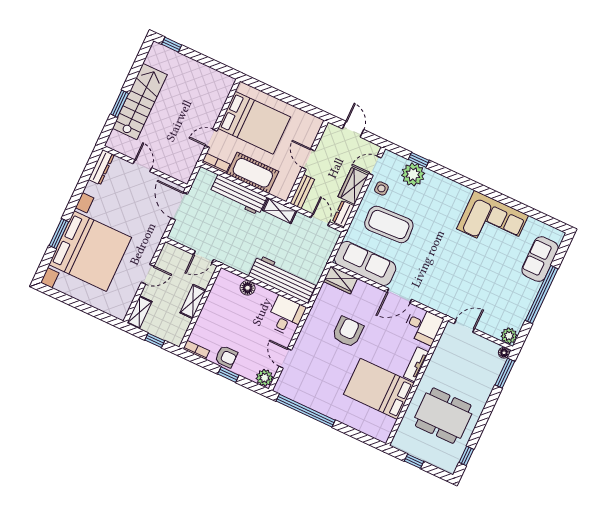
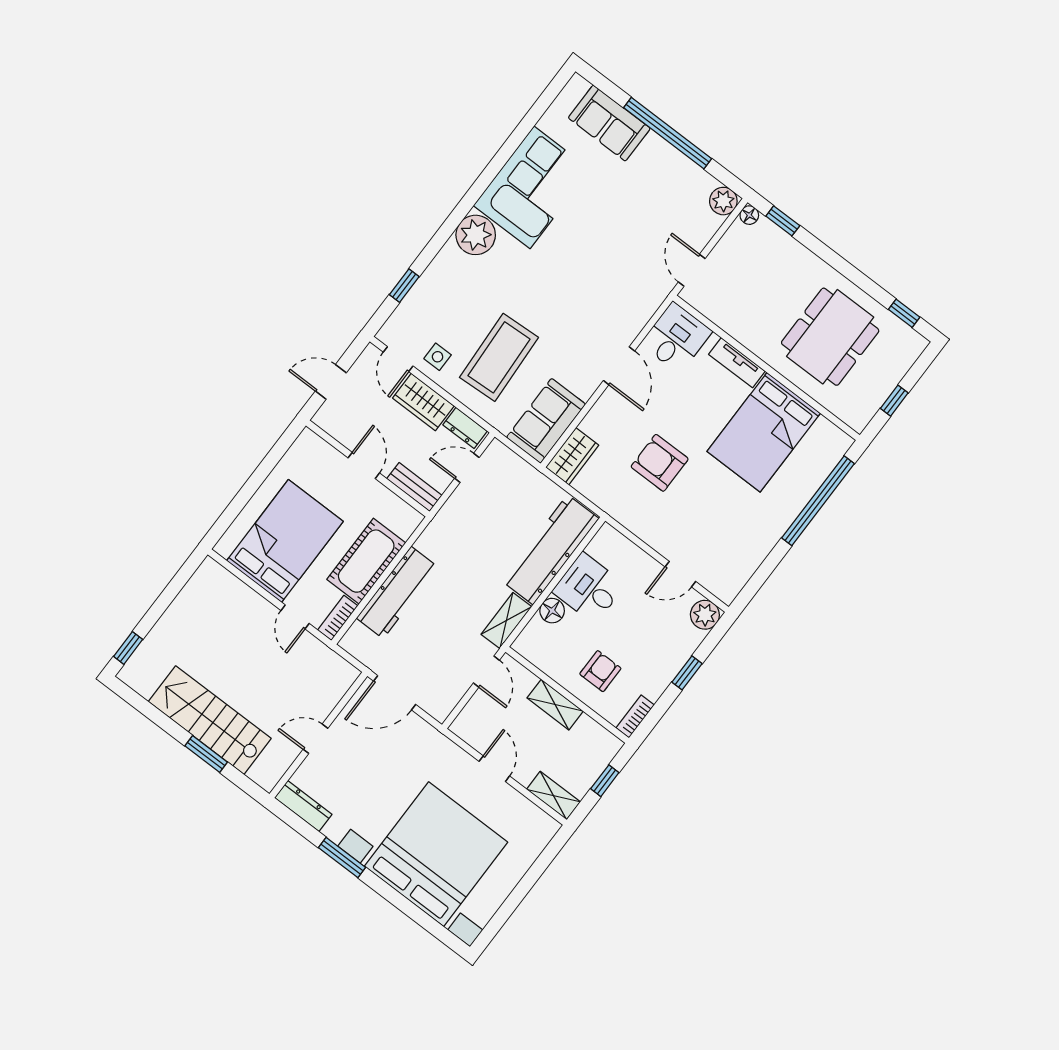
door: (308, 159) -> (364, 465), swing flipped
plant: (413, 174) -> (476, 235), moved
shelving: (280, 211) -> (506, 621), moved
window: (59, 234) -> (342, 857), moved
sofa: (365, 263) -> (546, 421), width x0.73
desk: (286, 316) -> (589, 588), moved
armchair: (226, 357) -> (600, 671), moved
window: (505, 373) -> (783, 221), width x0.67
window: (306, 411) -> (818, 501), moved

